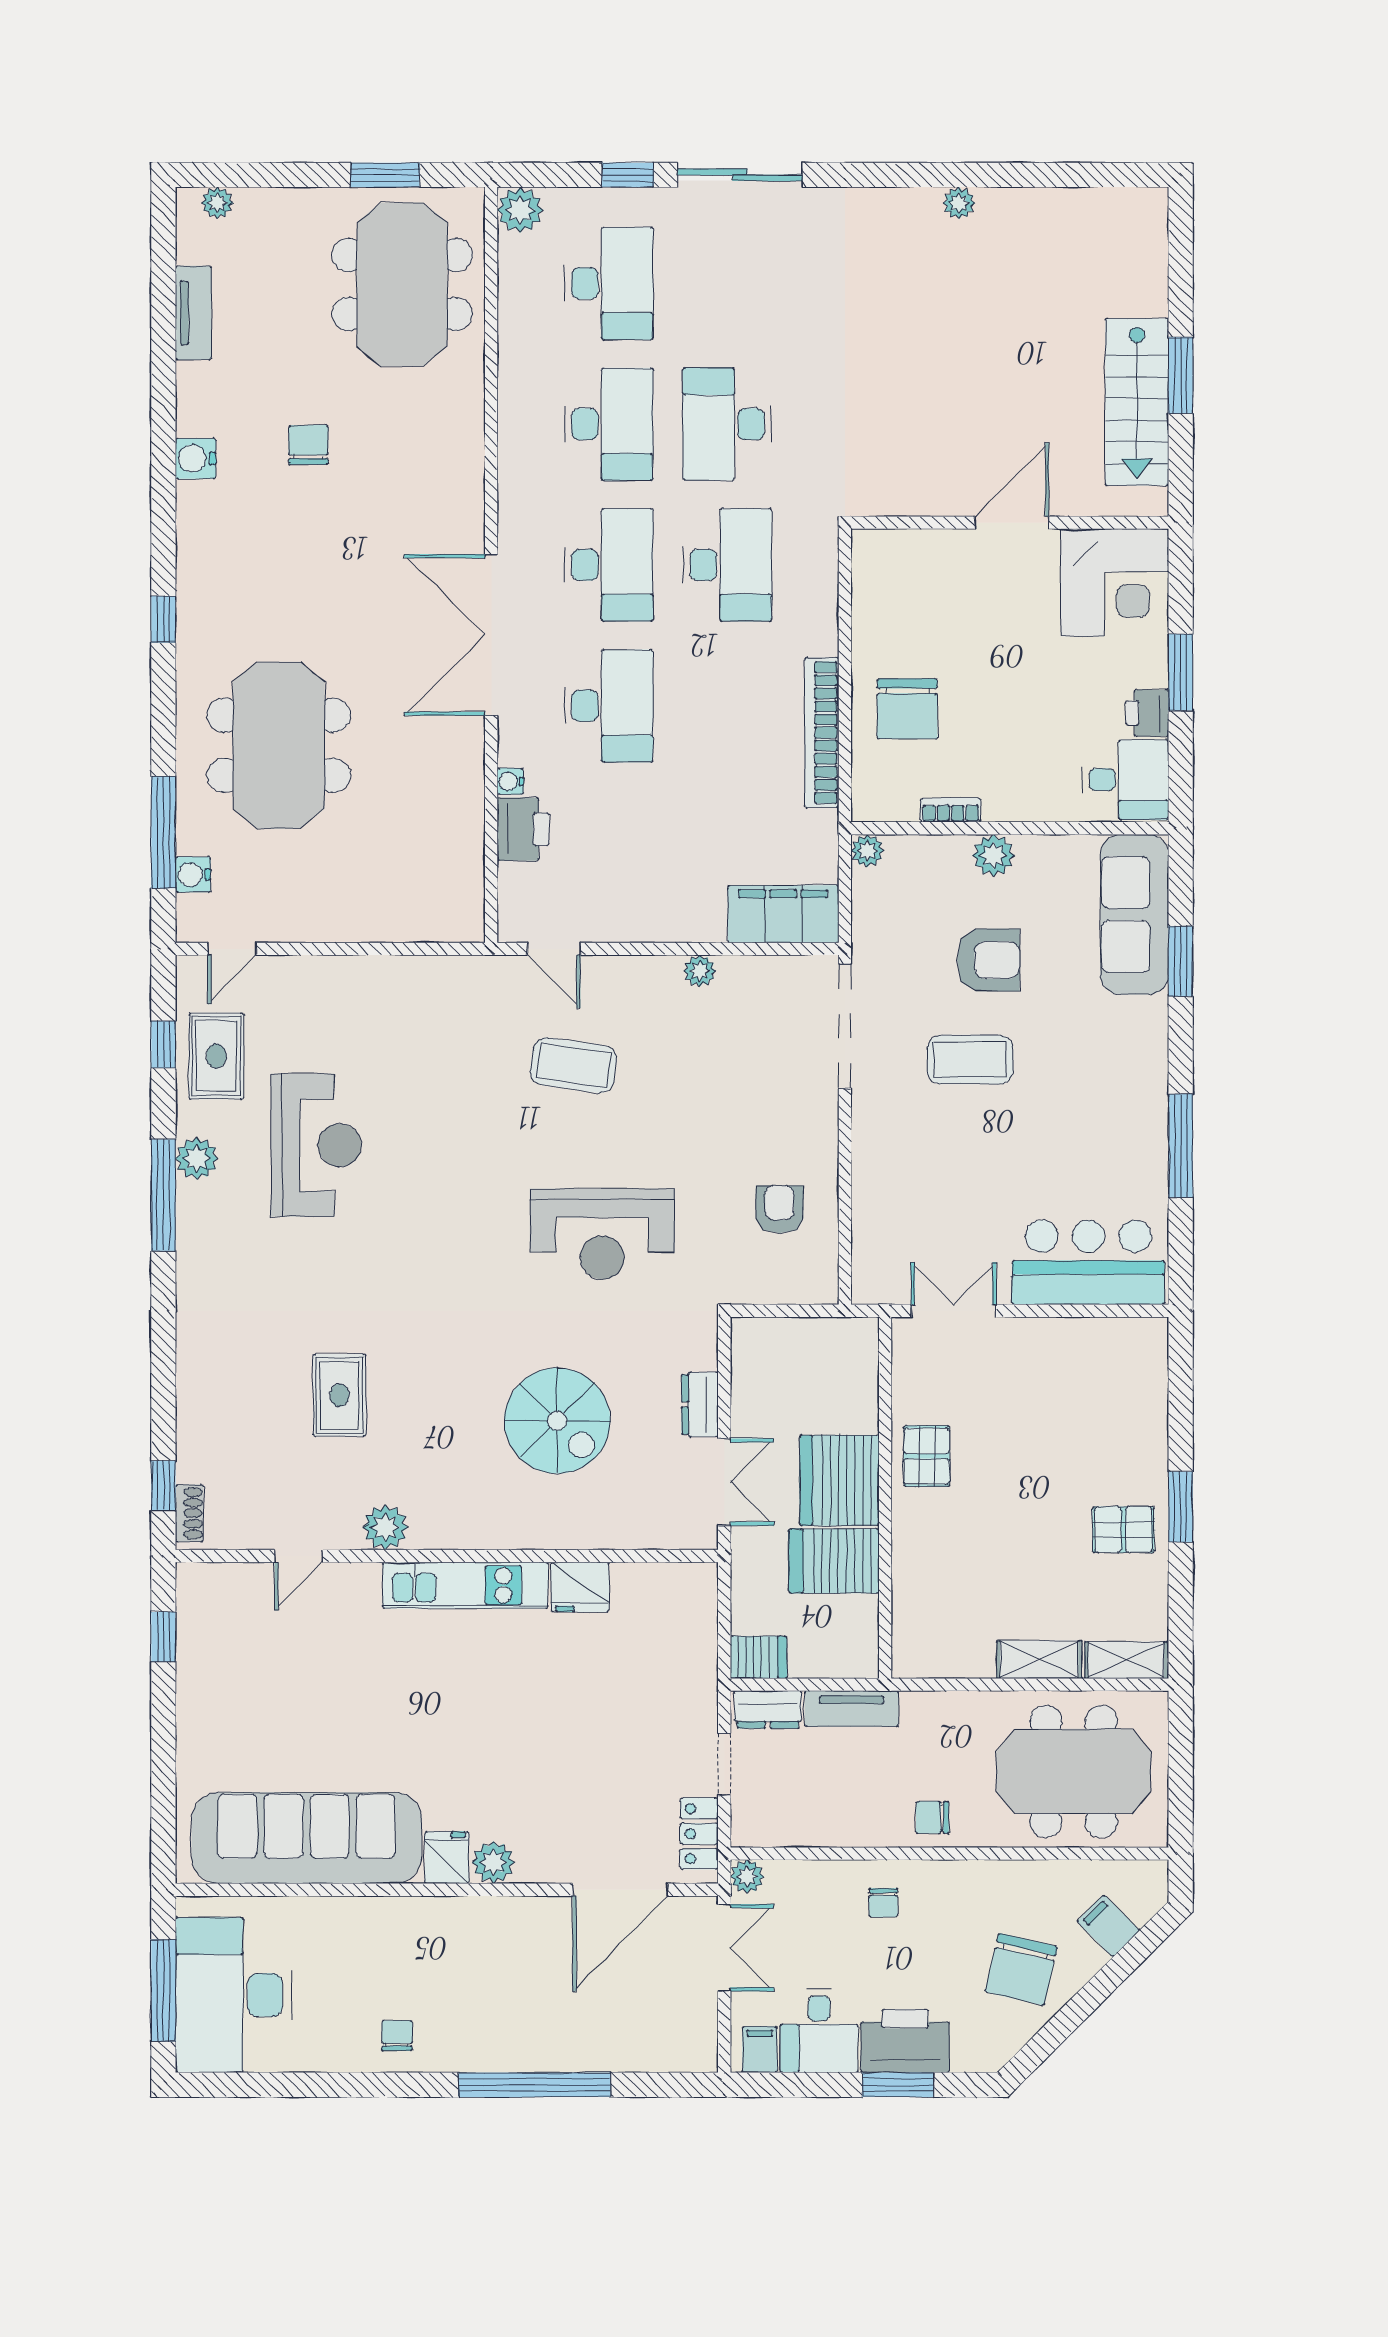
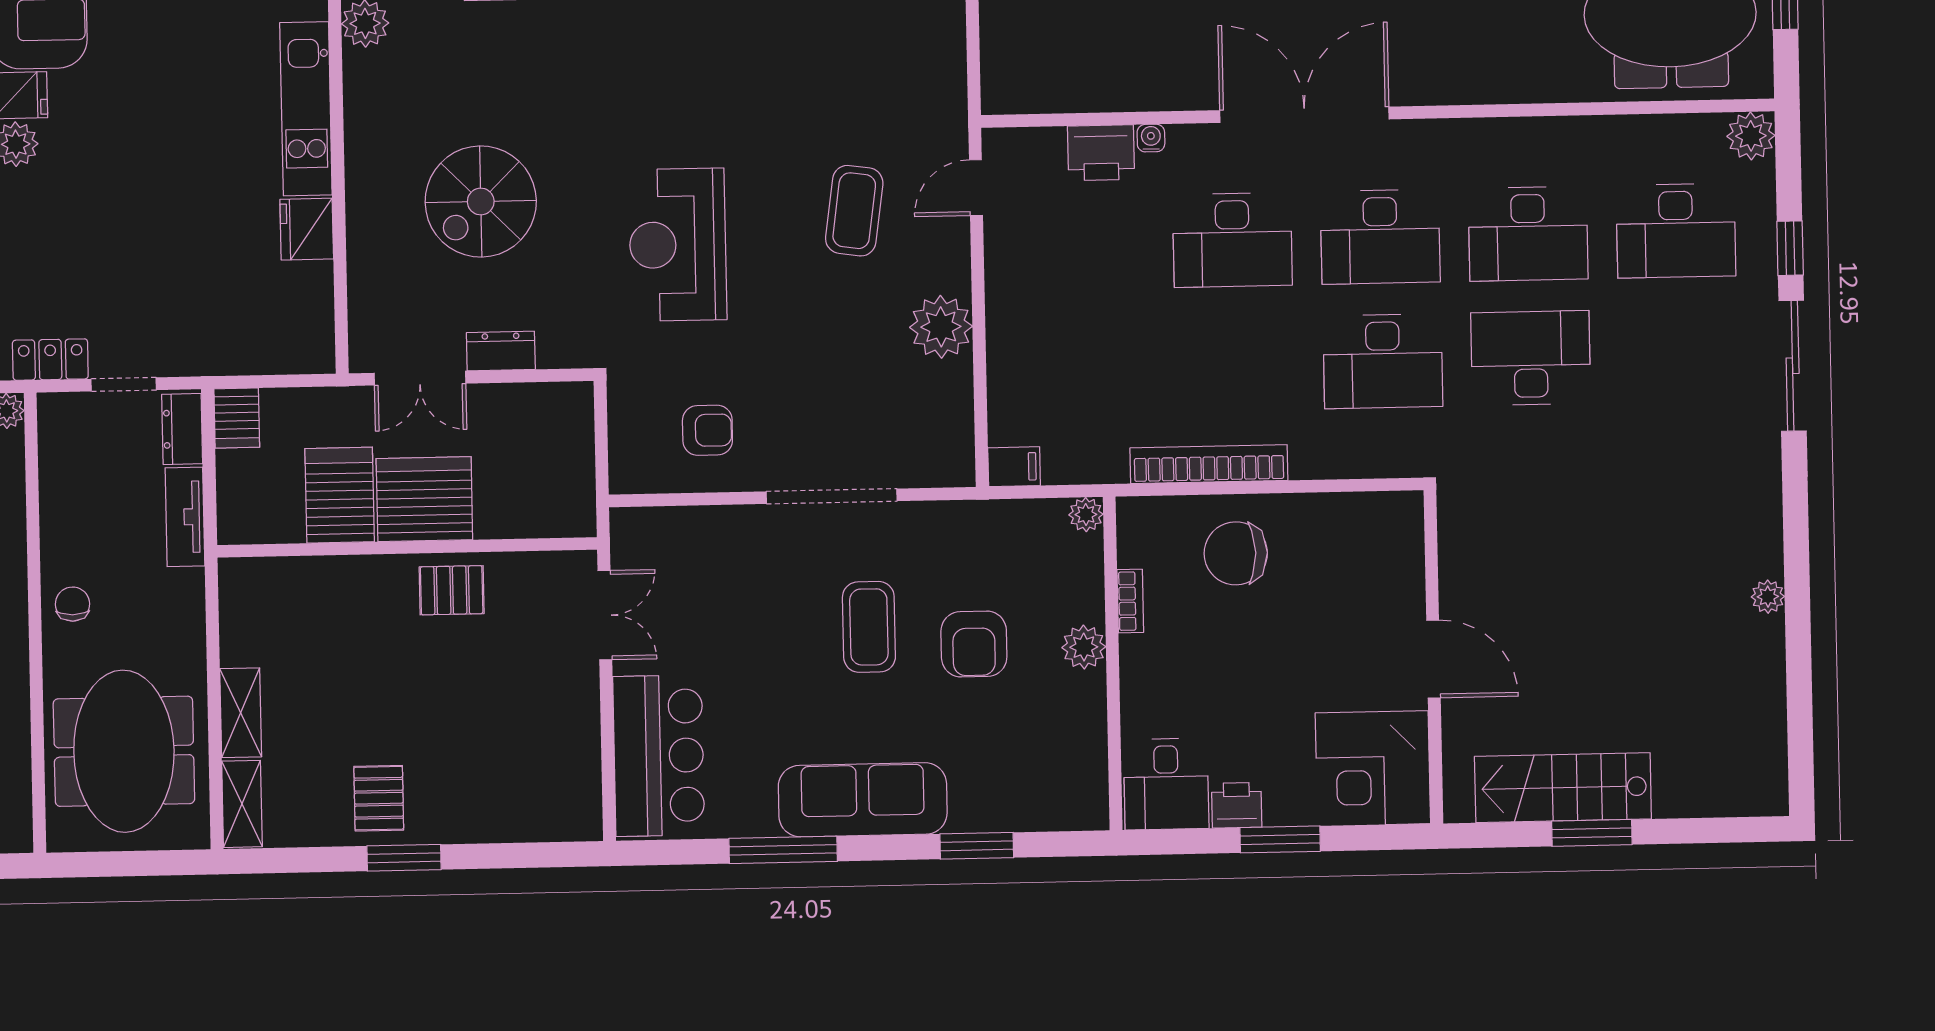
filing cabinet: (783, 914) -> (1014, 467), width x0.33, depth x0.86
sofa: (1134, 914) -> (863, 800), moved
plant: (700, 971) -> (941, 327), width x1.87, depth x1.87
doorway: (845, 1026) -> (832, 496), moved

